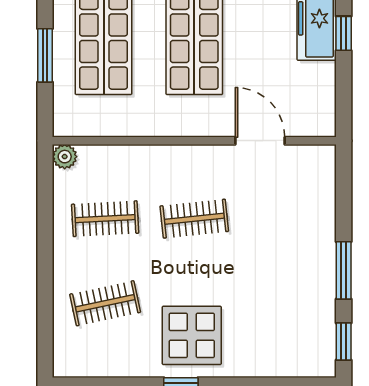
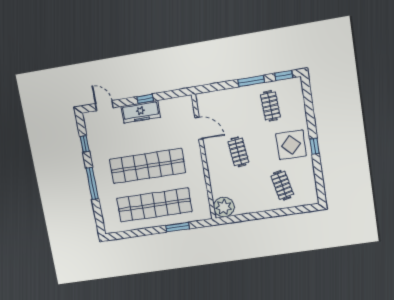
door: (260, 141) -> (199, 128), swing flipped
plant: (65, 157) -> (224, 207), width x1.88, depth x1.88
clothes rail: (105, 219) -> (270, 106), moved

